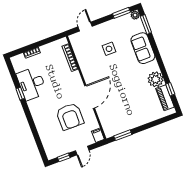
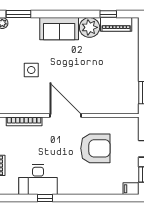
sofa: (143, 48) -> (59, 29), moved
door: (90, 97) -> (66, 115), moved
filing cabinet: (98, 135) -> (131, 189), moved

